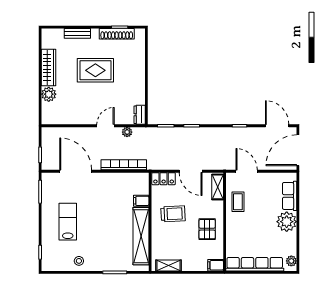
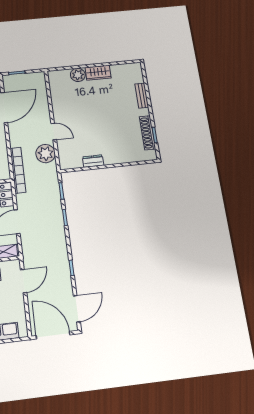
wardrobe: (49, 67) -> (98, 73), width x0.67
rug: (95, 70) -> (108, 116), removed
dresser: (140, 115) -> (93, 161), moved
plant: (127, 132) -> (46, 154), width x1.87, depth x1.87
bookcase: (124, 165) -> (18, 170), moved

